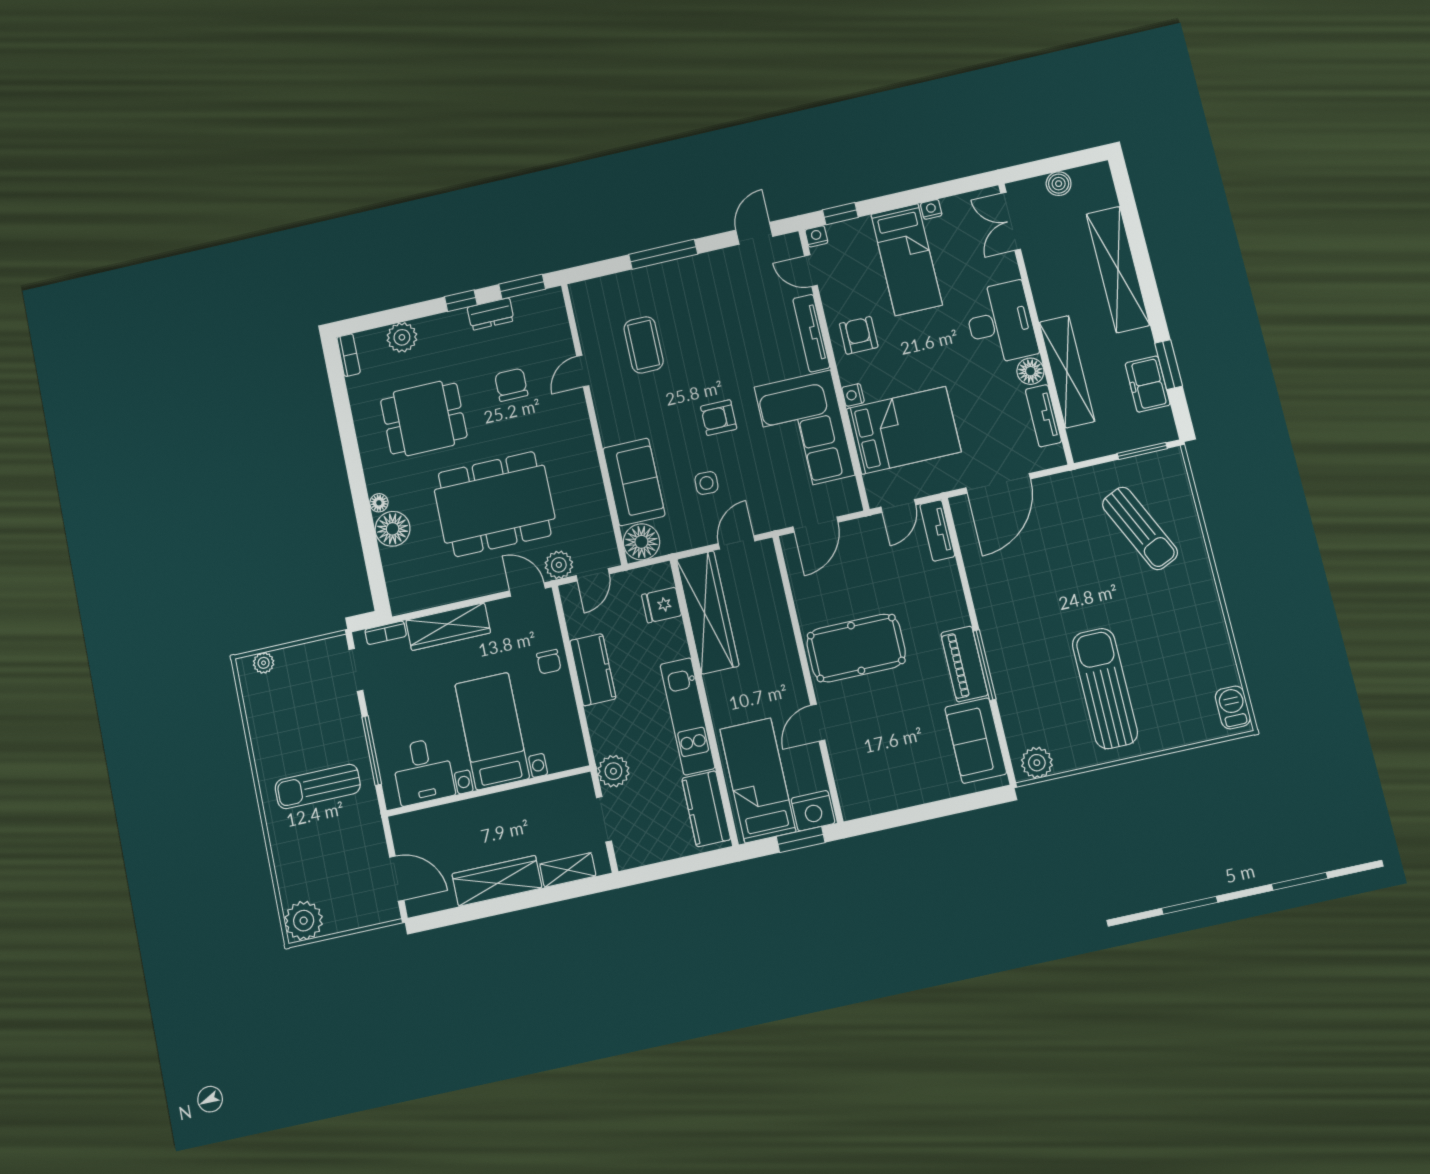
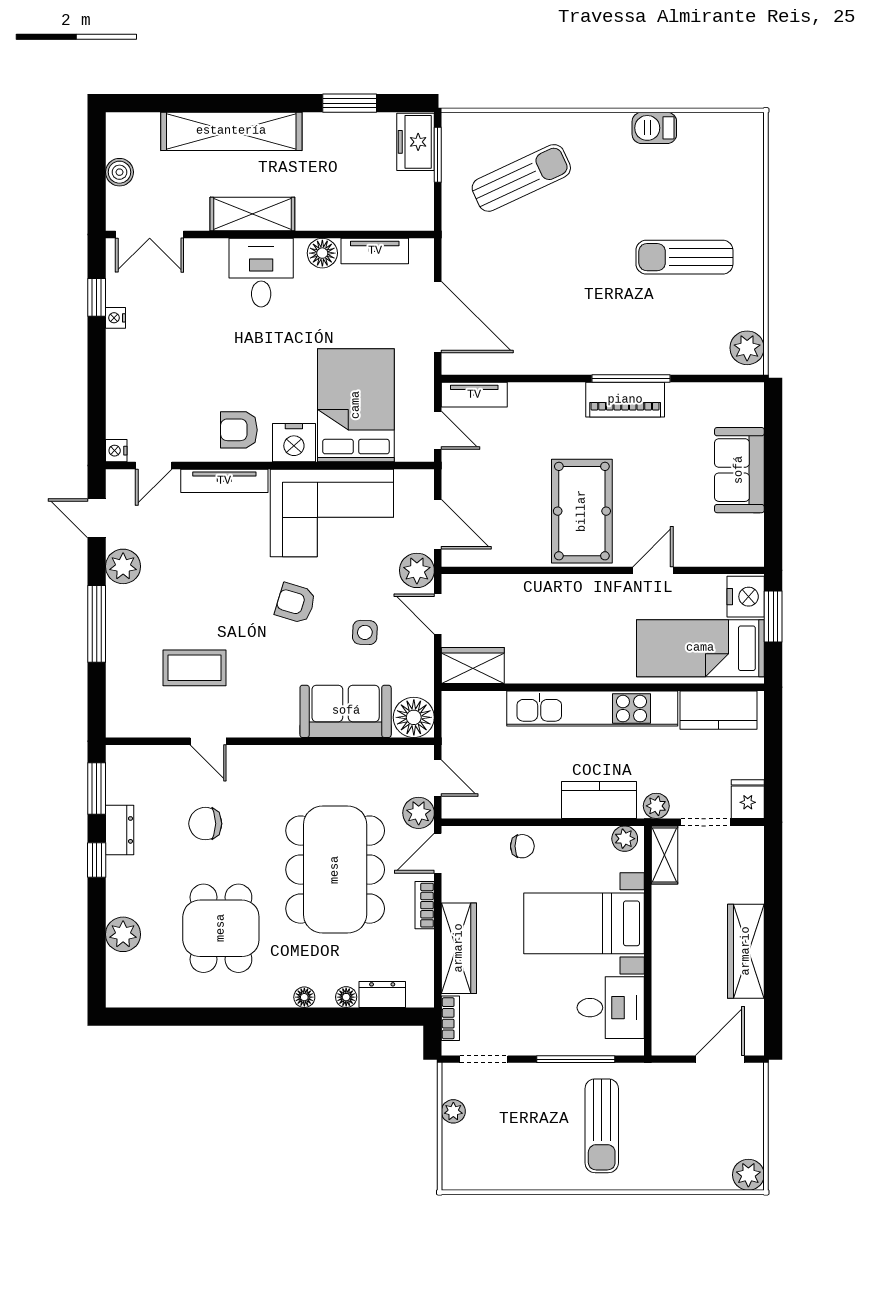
window: (840, 214) -> (97, 297), moved
bed: (907, 260) -> (166, 358), removed
plant: (718, 265) -> (123, 566), added
desk: (1001, 323) -> (261, 273), width x0.73
bookcase: (349, 355) -> (425, 905), moved, turned -90
shelving: (1067, 372) -> (252, 214), moved, width x0.68
freezer: (1148, 384) -> (416, 142), moved, turned 90
nightstand: (853, 395) -> (294, 443), width x1.89, depth x1.79
armchair: (719, 418) -> (295, 603), turned 107
plant: (771, 516) -> (417, 570), added
floor lamp: (393, 529) -> (346, 997), width x0.53, depth x0.53
dresser: (395, 569) -> (382, 995), added
fridge: (662, 605) -> (748, 799), moved, turned 180
wardrobe: (708, 612) -> (473, 666), width x0.48, depth x0.85
plant: (264, 663) -> (453, 1111), moved
kitchen counter: (593, 670) -> (599, 800), moved
sun lounger: (1105, 688) -> (684, 257), width x0.73, depth x0.75
barbecue: (1233, 707) -> (654, 128), moved
kitchen unit: (687, 716) -> (592, 709), width x1.36
door: (818, 723) -> (653, 570), swing flipped
sofa: (976, 741) -> (739, 470), moved, turned 90
plant: (574, 751) -> (625, 839), added
plant: (613, 771) -> (656, 806), width x0.73, depth x0.73
shelving: (568, 870) -> (664, 855), moved
plant: (304, 921) -> (748, 1175), width x0.73, depth x0.73

